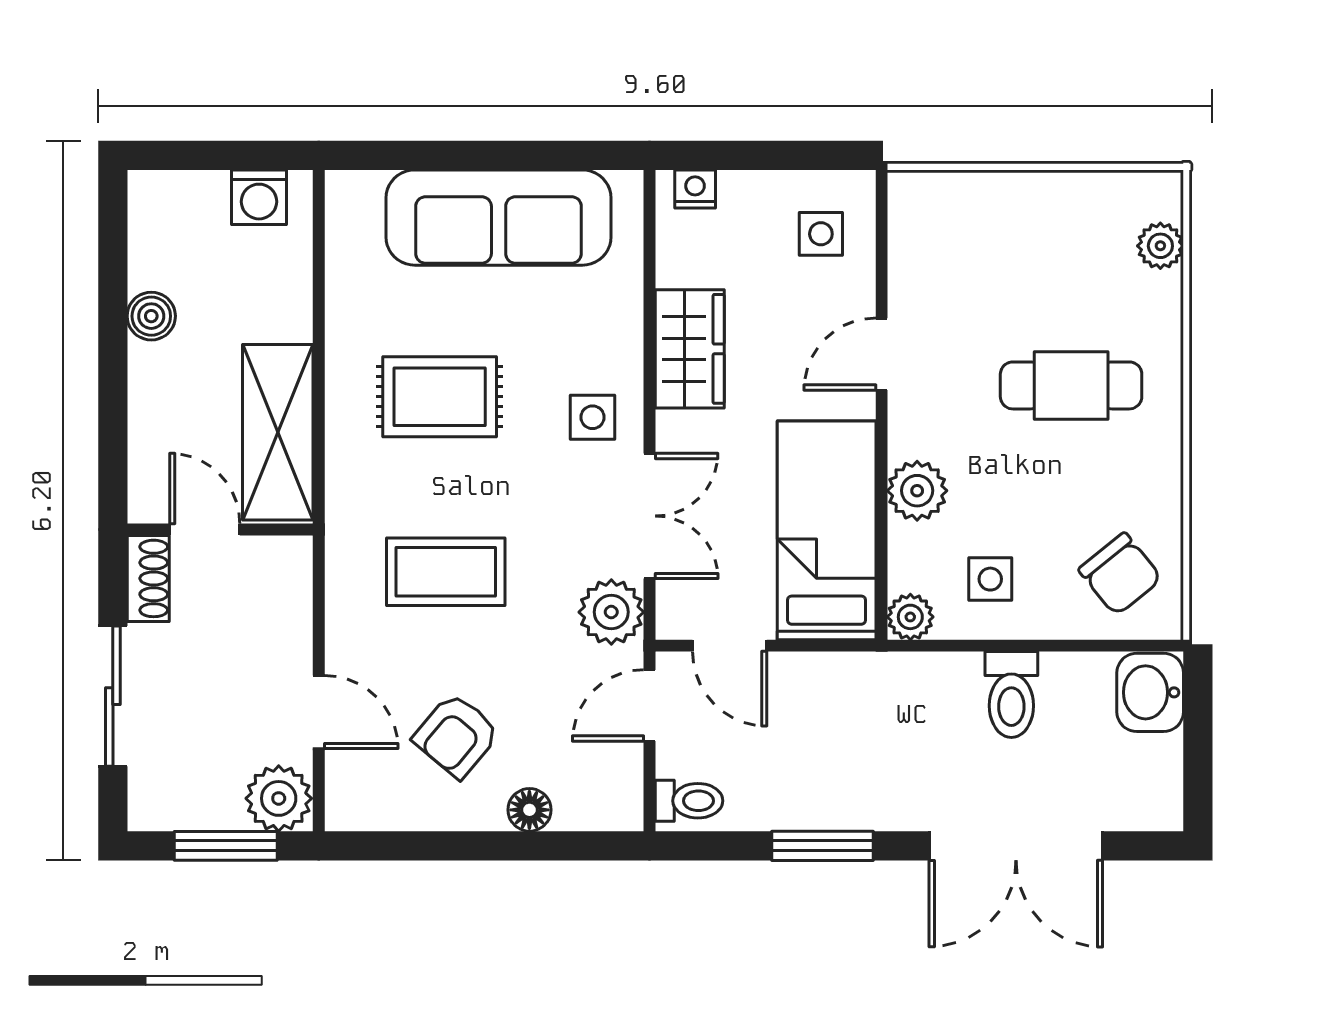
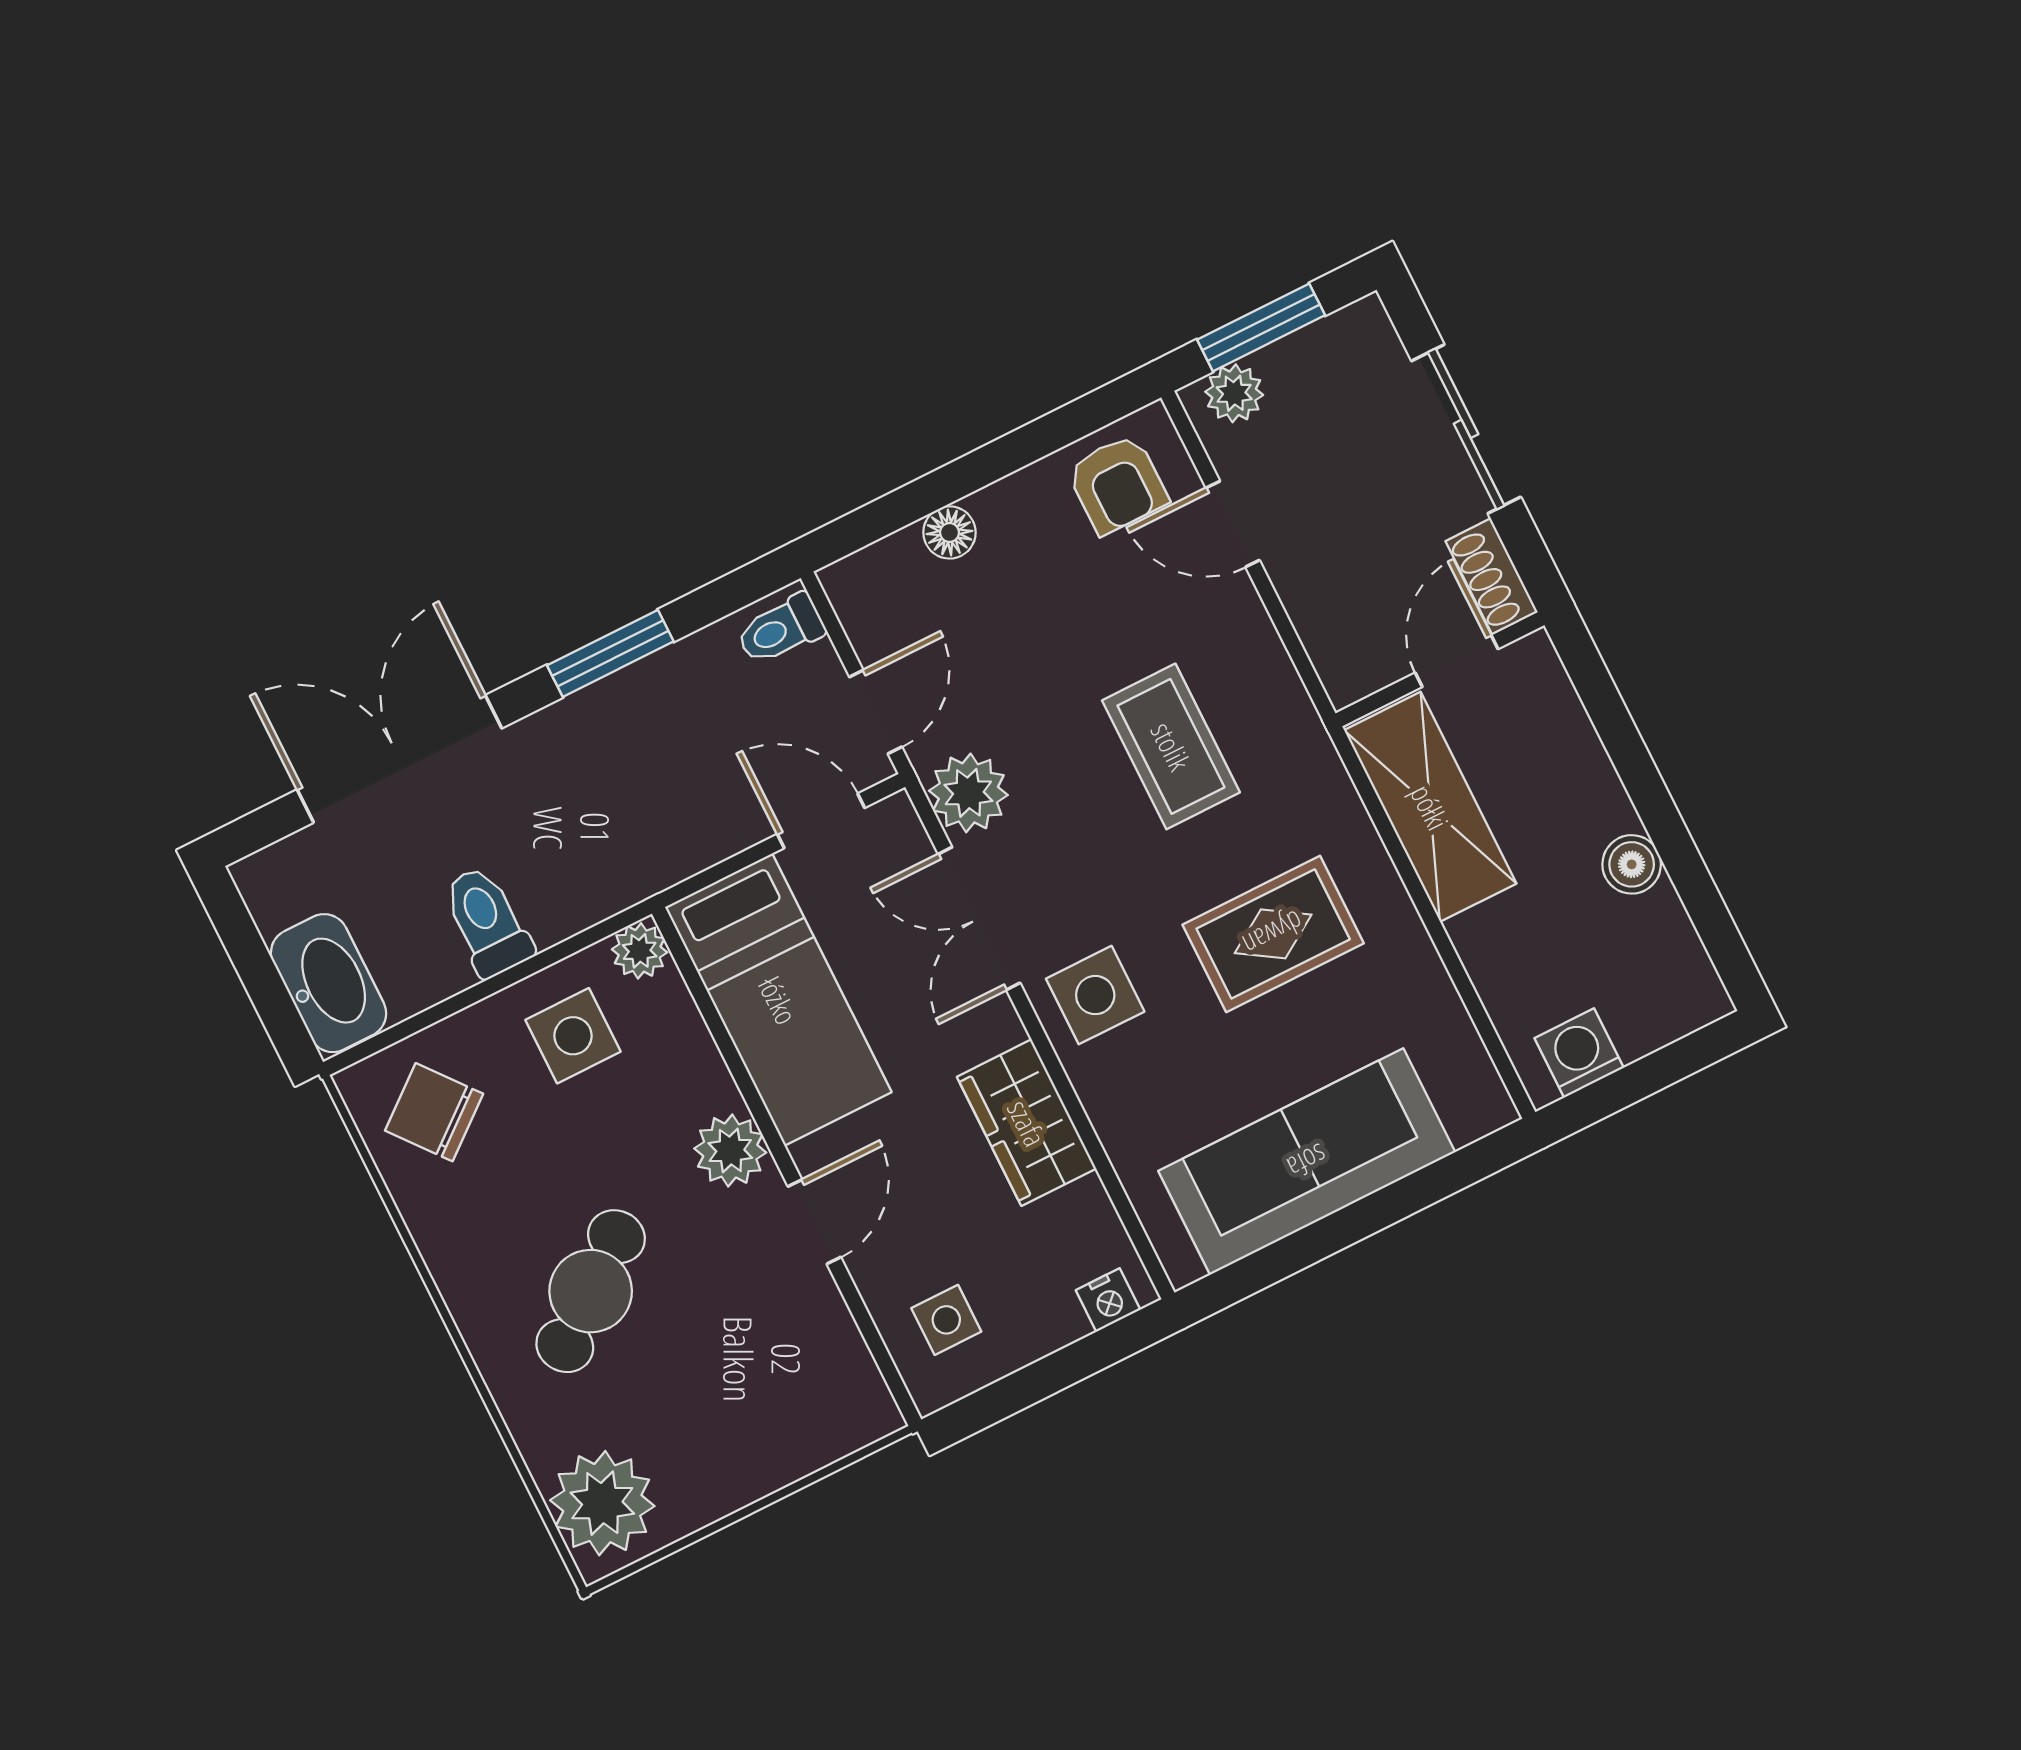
plant: (1160, 246) -> (602, 1503), width x1.88, depth x1.88
cafe table: (1071, 385) -> (591, 1291), turned -38
side table: (593, 417) -> (1095, 995), width x1.37, depth x1.37
plant: (917, 491) -> (730, 1150), moved
door: (205, 530) -> (1457, 661), swing flipped
coffee table: (446, 572) -> (1171, 746), turned 90
side table: (990, 579) -> (573, 1036), width x1.37, depth x1.37
washbasin: (1150, 692) -> (329, 983), width x1.38
armchair: (456, 736) -> (1117, 484), moved, turned 140
plant: (279, 798) -> (1234, 393), width x0.73, depth x0.73

